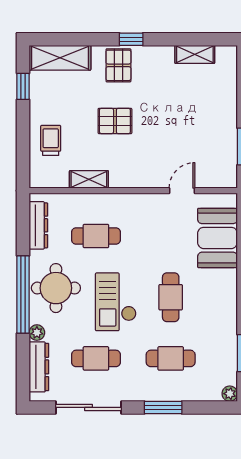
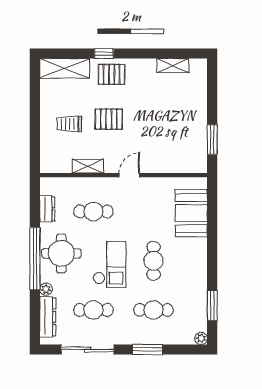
window: (131, 39) -> (104, 53), moved
pallet: (118, 65) -> (112, 74), turned 90
window: (23, 86) -> (35, 91), removed
trolley: (51, 140) -> (69, 124), moved, turned -90
door: (182, 191) -> (129, 175), moved
dresser: (38, 225) -> (47, 209), width x0.70
checkout: (116, 302) -> (109, 265), turned 180

